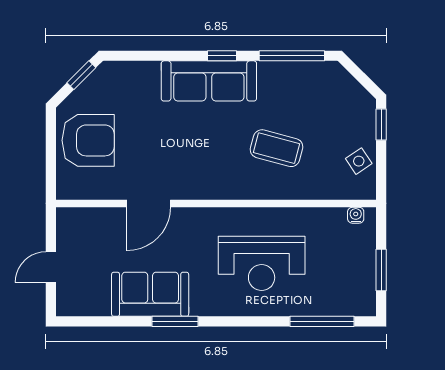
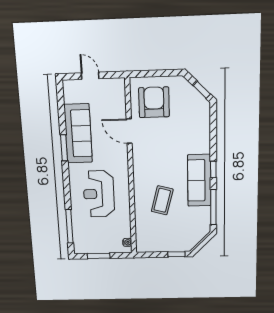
sofa: (209, 81) -> (199, 180), moved
armchair: (88, 140) -> (154, 102), moved, turned 180
side table: (359, 161) -> (156, 243), removed
sofa: (150, 294) -> (78, 133), width x1.36

